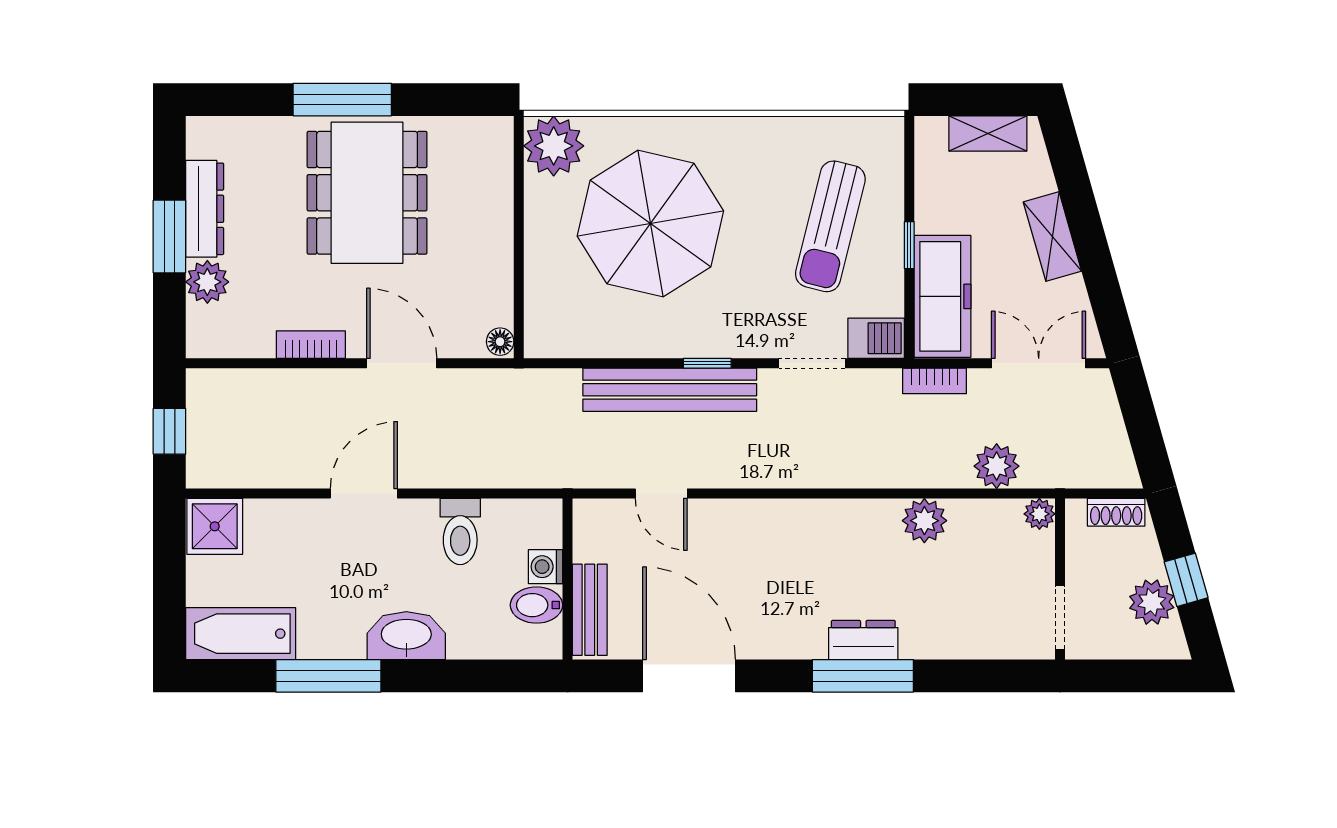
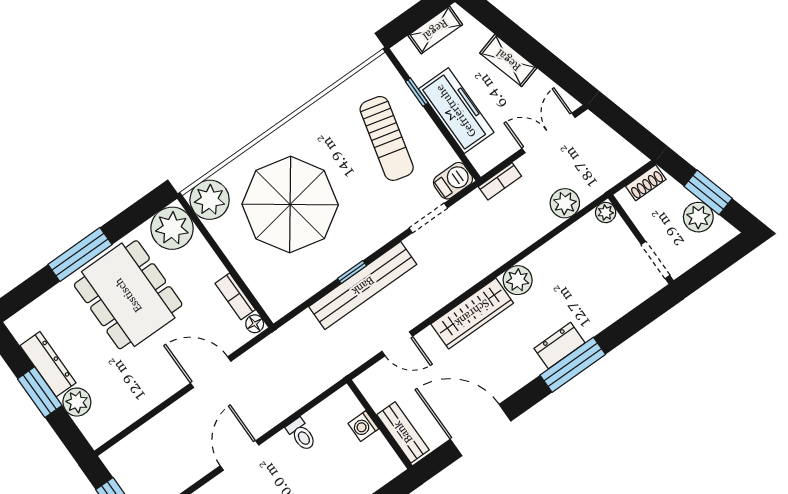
plant: (481, 148) -> (172, 228), added
window: (909, 245) -> (417, 92), moved
freezer: (942, 296) -> (456, 111), moved
bookcase: (311, 345) -> (235, 296), moved, turned -90
window: (707, 363) -> (352, 272), moved
plant: (924, 521) -> (518, 280), moved
wardrobe: (782, 522) -> (472, 313), added
toilet: (460, 531) -> (301, 435), width x0.73, depth x0.72
window: (1186, 580) -> (708, 192), width x1.50
bidet: (536, 605) -> (373, 450), removed

